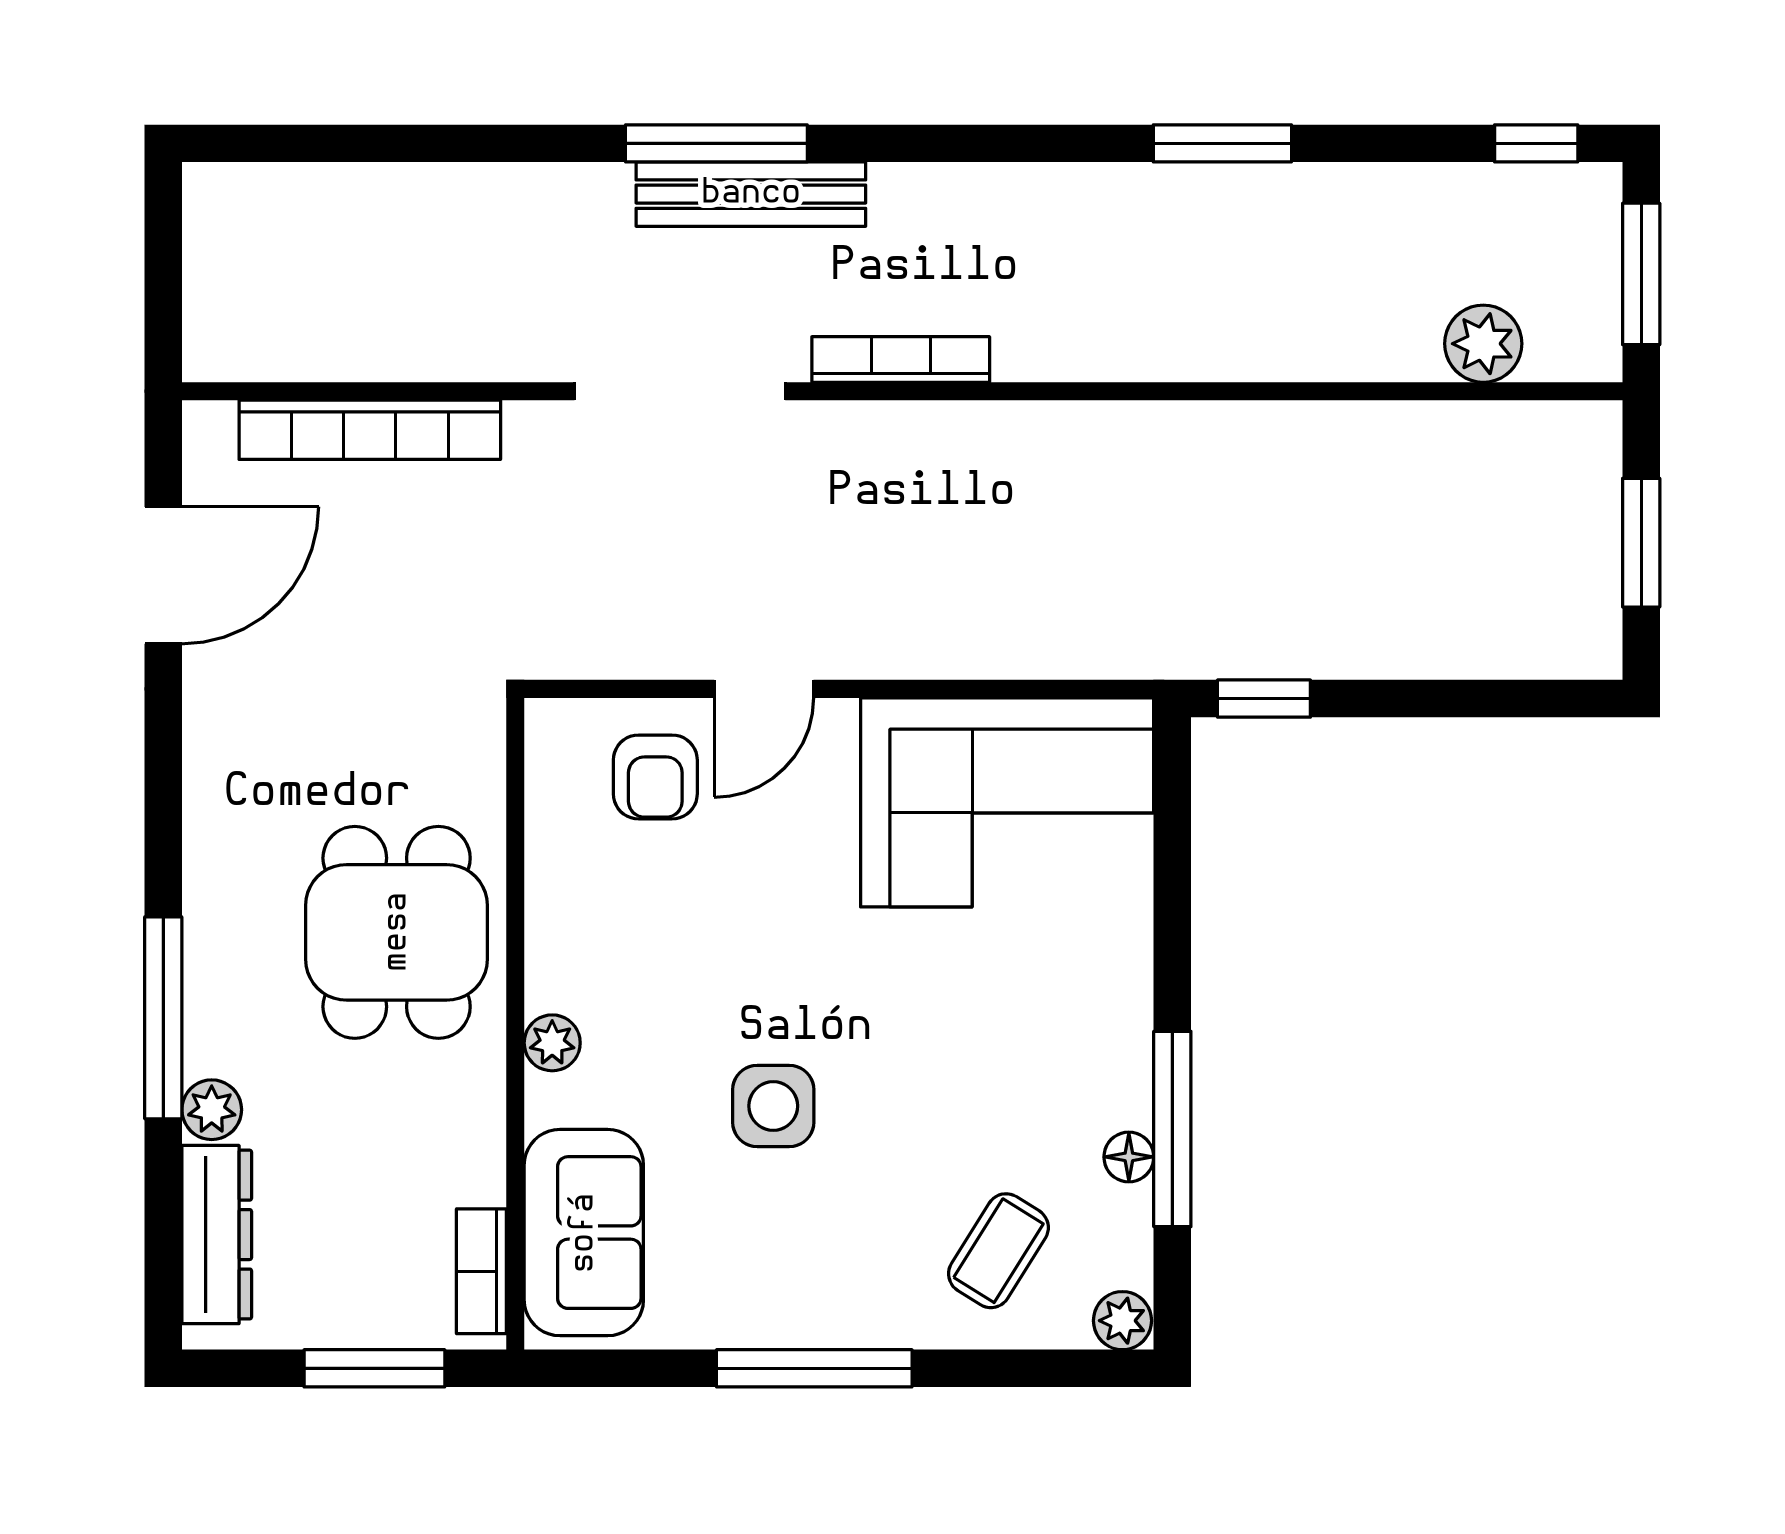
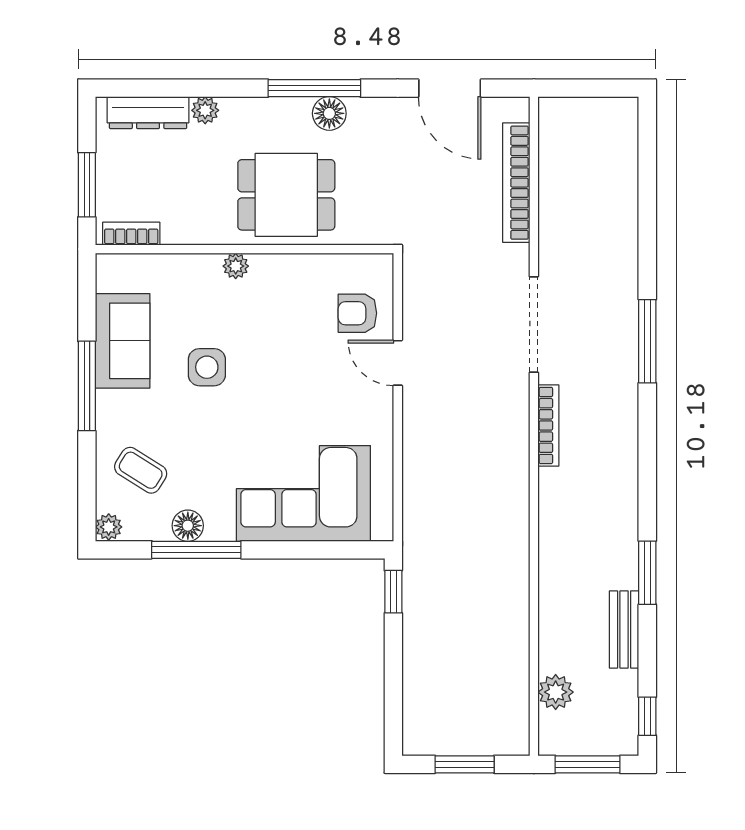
bench: (751, 194) -> (624, 630), moved, width x0.73
corner sofa: (1007, 802) -> (303, 493), moved, turned 90
floor lamp: (219, 838) -> (329, 113), added
window: (163, 1018) -> (314, 88), moved
floor lamp: (1129, 1157) -> (188, 526), width x1.37, depth x1.37
sofa: (584, 1233) -> (123, 341), moved, turned -90

